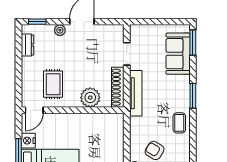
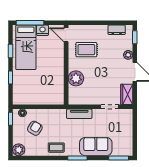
wardrobe: (111, 32) -> (127, 94), added
sofa: (178, 54) -> (96, 147), moved
shoe rack: (118, 87) -> (84, 100), removed
tv unit: (136, 93) -> (79, 114), width x0.71

